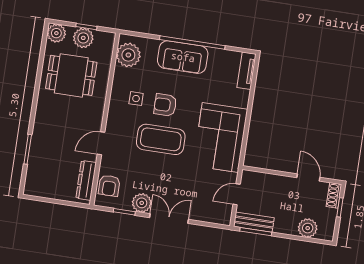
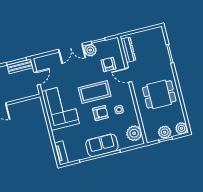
dining table: (71, 75) -> (159, 94), moved
door: (101, 143) -> (129, 75), swing flipped
armchair: (109, 186) -> (108, 64), moved

